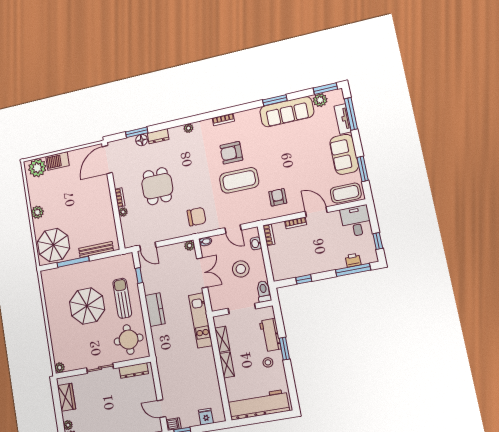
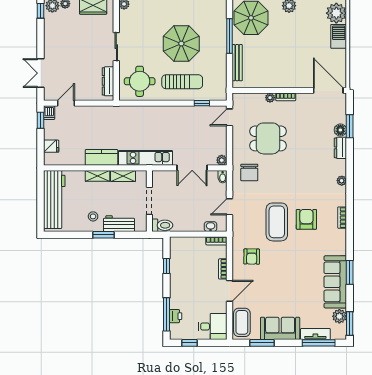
dining table: (157, 186) -> (268, 138), moved
armchair: (278, 197) -> (252, 257), turned 91
stool: (241, 269) -> (188, 207), removed
kitchen counter: (155, 310) -> (101, 157), moved, turned 180

